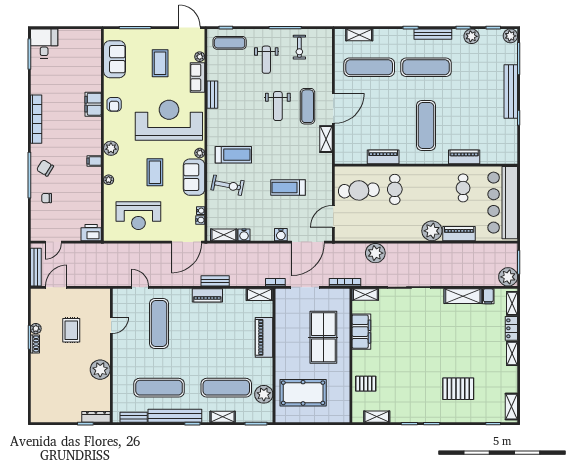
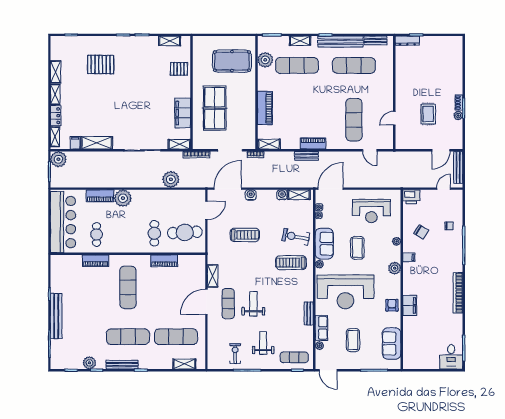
plant: (510, 36) -> (56, 363), removed
chair: (45, 168) -> (421, 232), moved
reception desk: (138, 216) -> (371, 211), turned 180
plant: (100, 370) -> (404, 81), removed
shelving: (511, 407) -> (56, 72), moved

